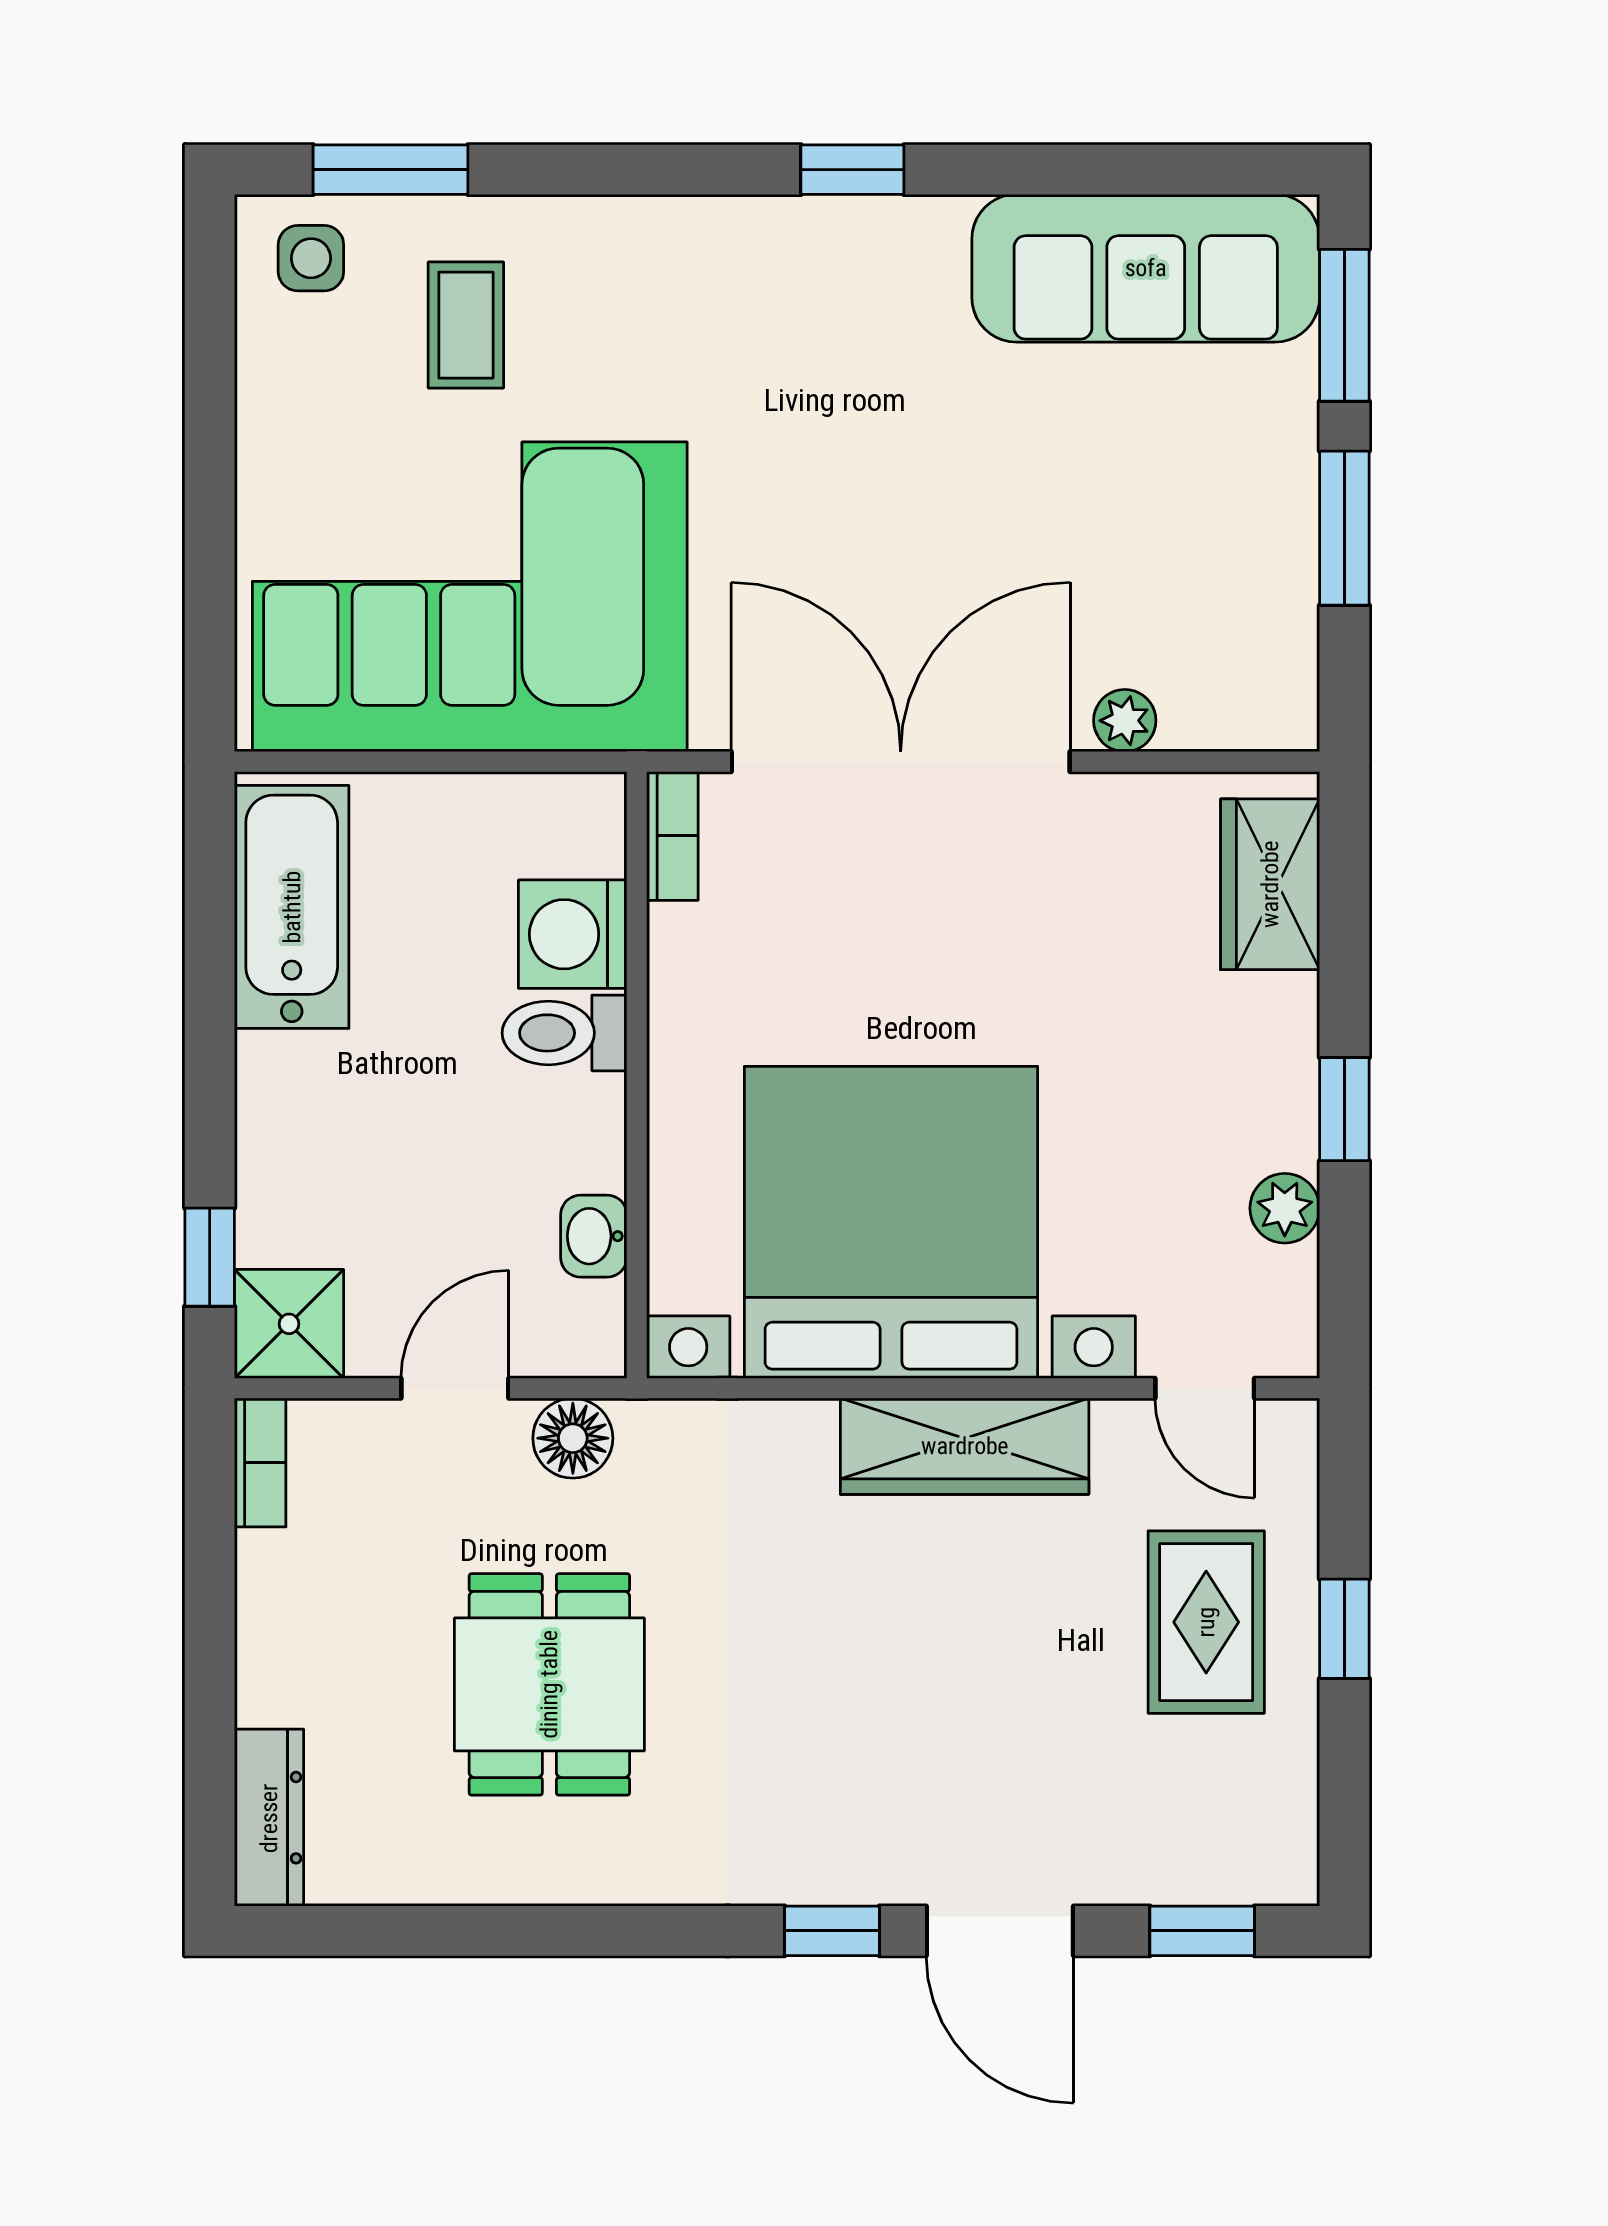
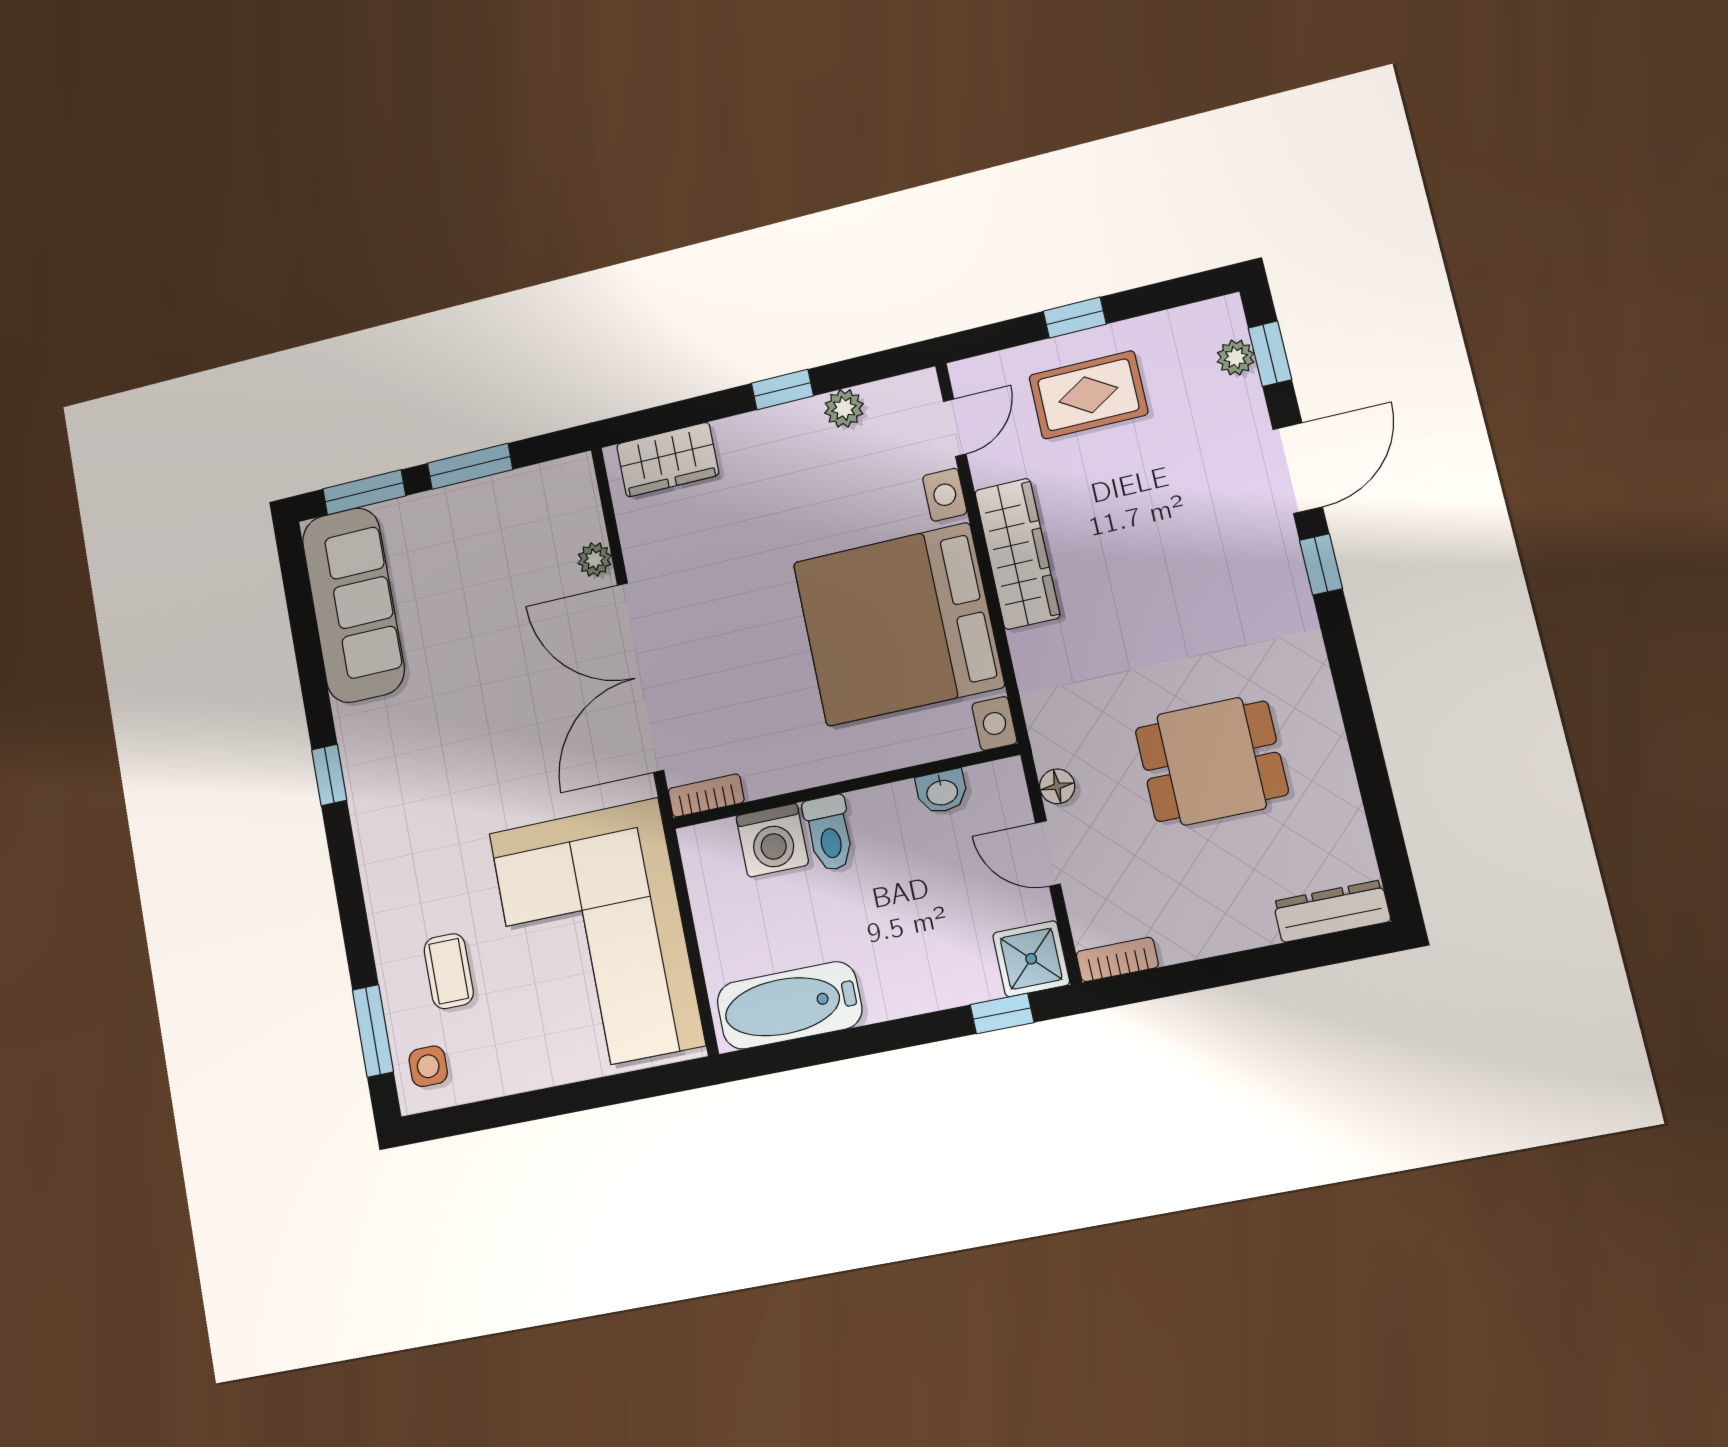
coffee table: (466, 325) -> (449, 971), turned 90
floor lamp: (573, 1438) -> (1057, 786), width x0.73, depth x0.73
plant: (1210, 1875) -> (1236, 357), added

